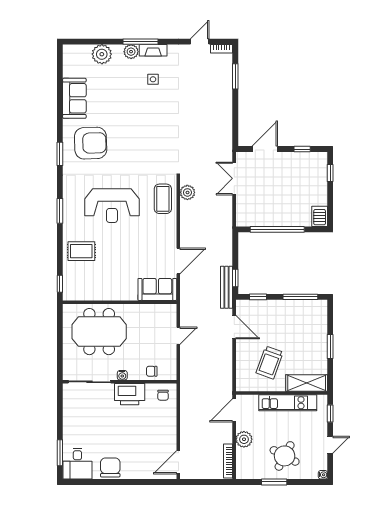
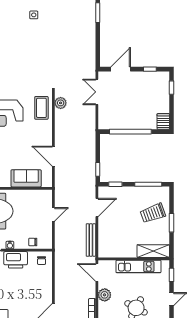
door: (178, 261) -> (53, 156), swing flipped
bench: (227, 287) -> (91, 240), moved
sofa: (157, 289) -> (26, 178), moved
door: (234, 327) -> (97, 208), hinge flipped
trolley: (270, 363) -> (153, 213), moved, turned 50
door: (234, 410) -> (97, 272), hinge flipped

